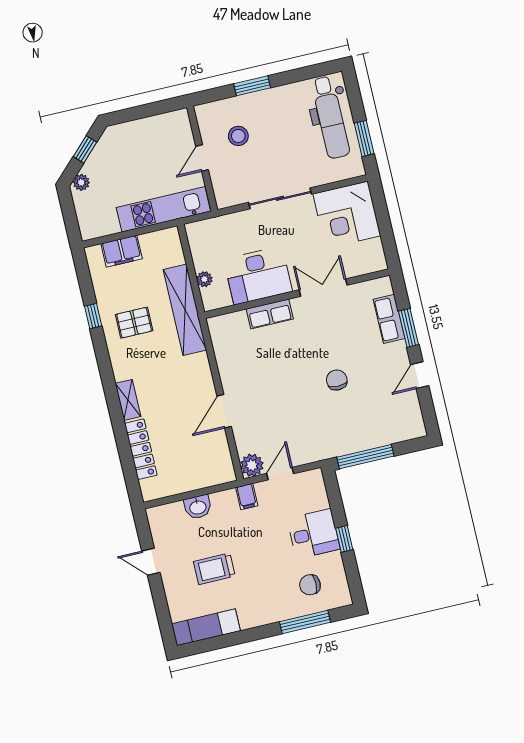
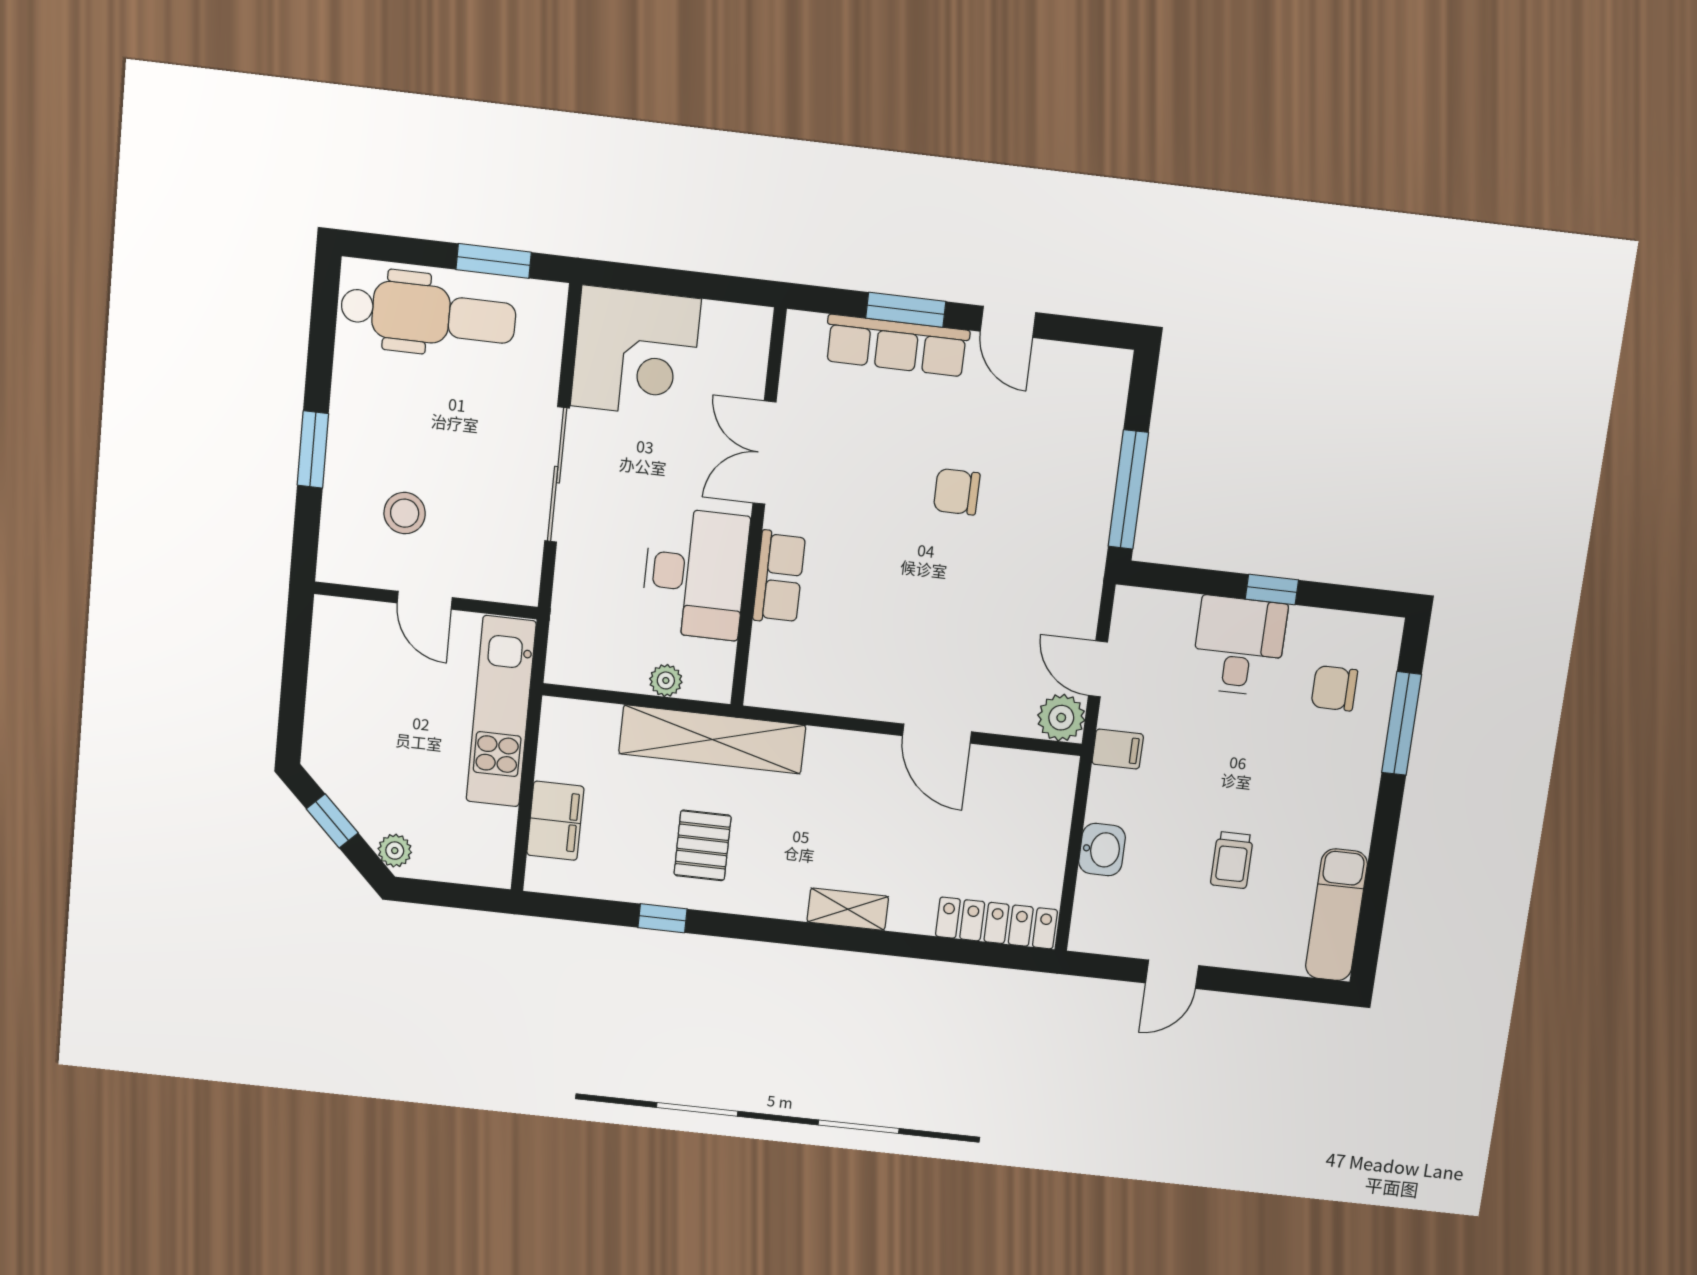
row of seats: (389, 319) -> (897, 346), width x1.48
locker: (141, 449) -> (996, 923), moved
trolley: (214, 569) -> (1232, 860), width x0.73, depth x0.72
chair: (310, 585) -> (1334, 688), turned 90

